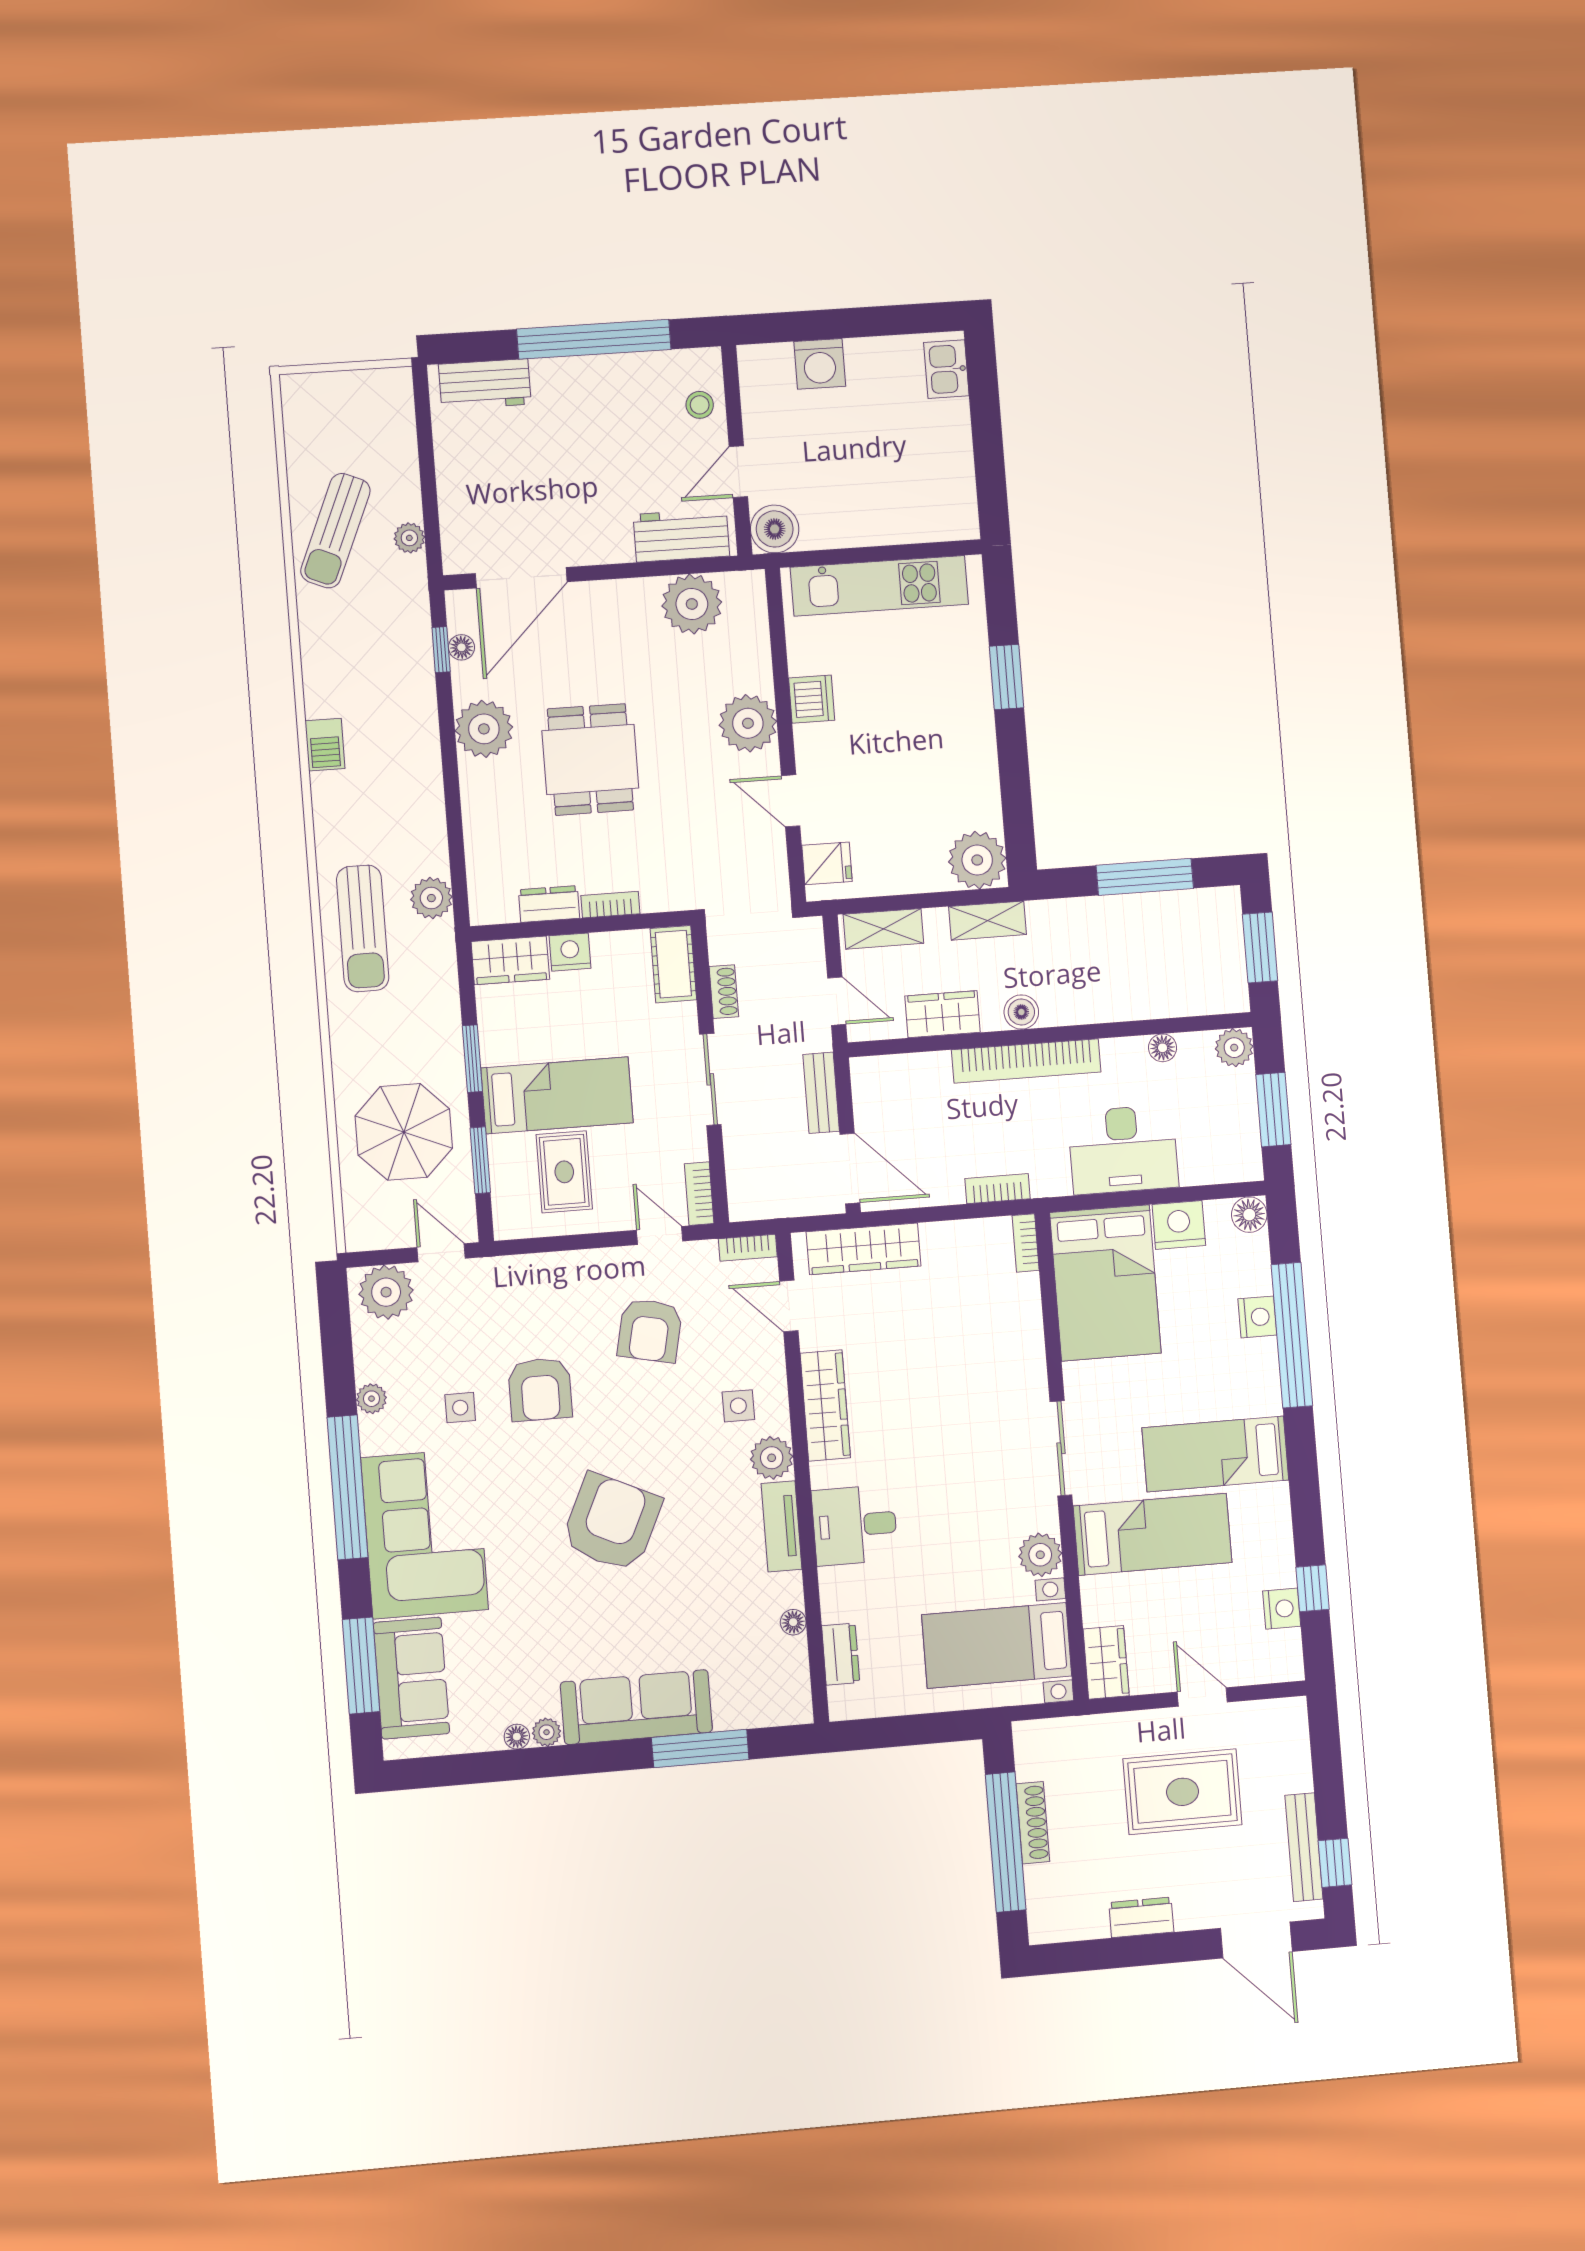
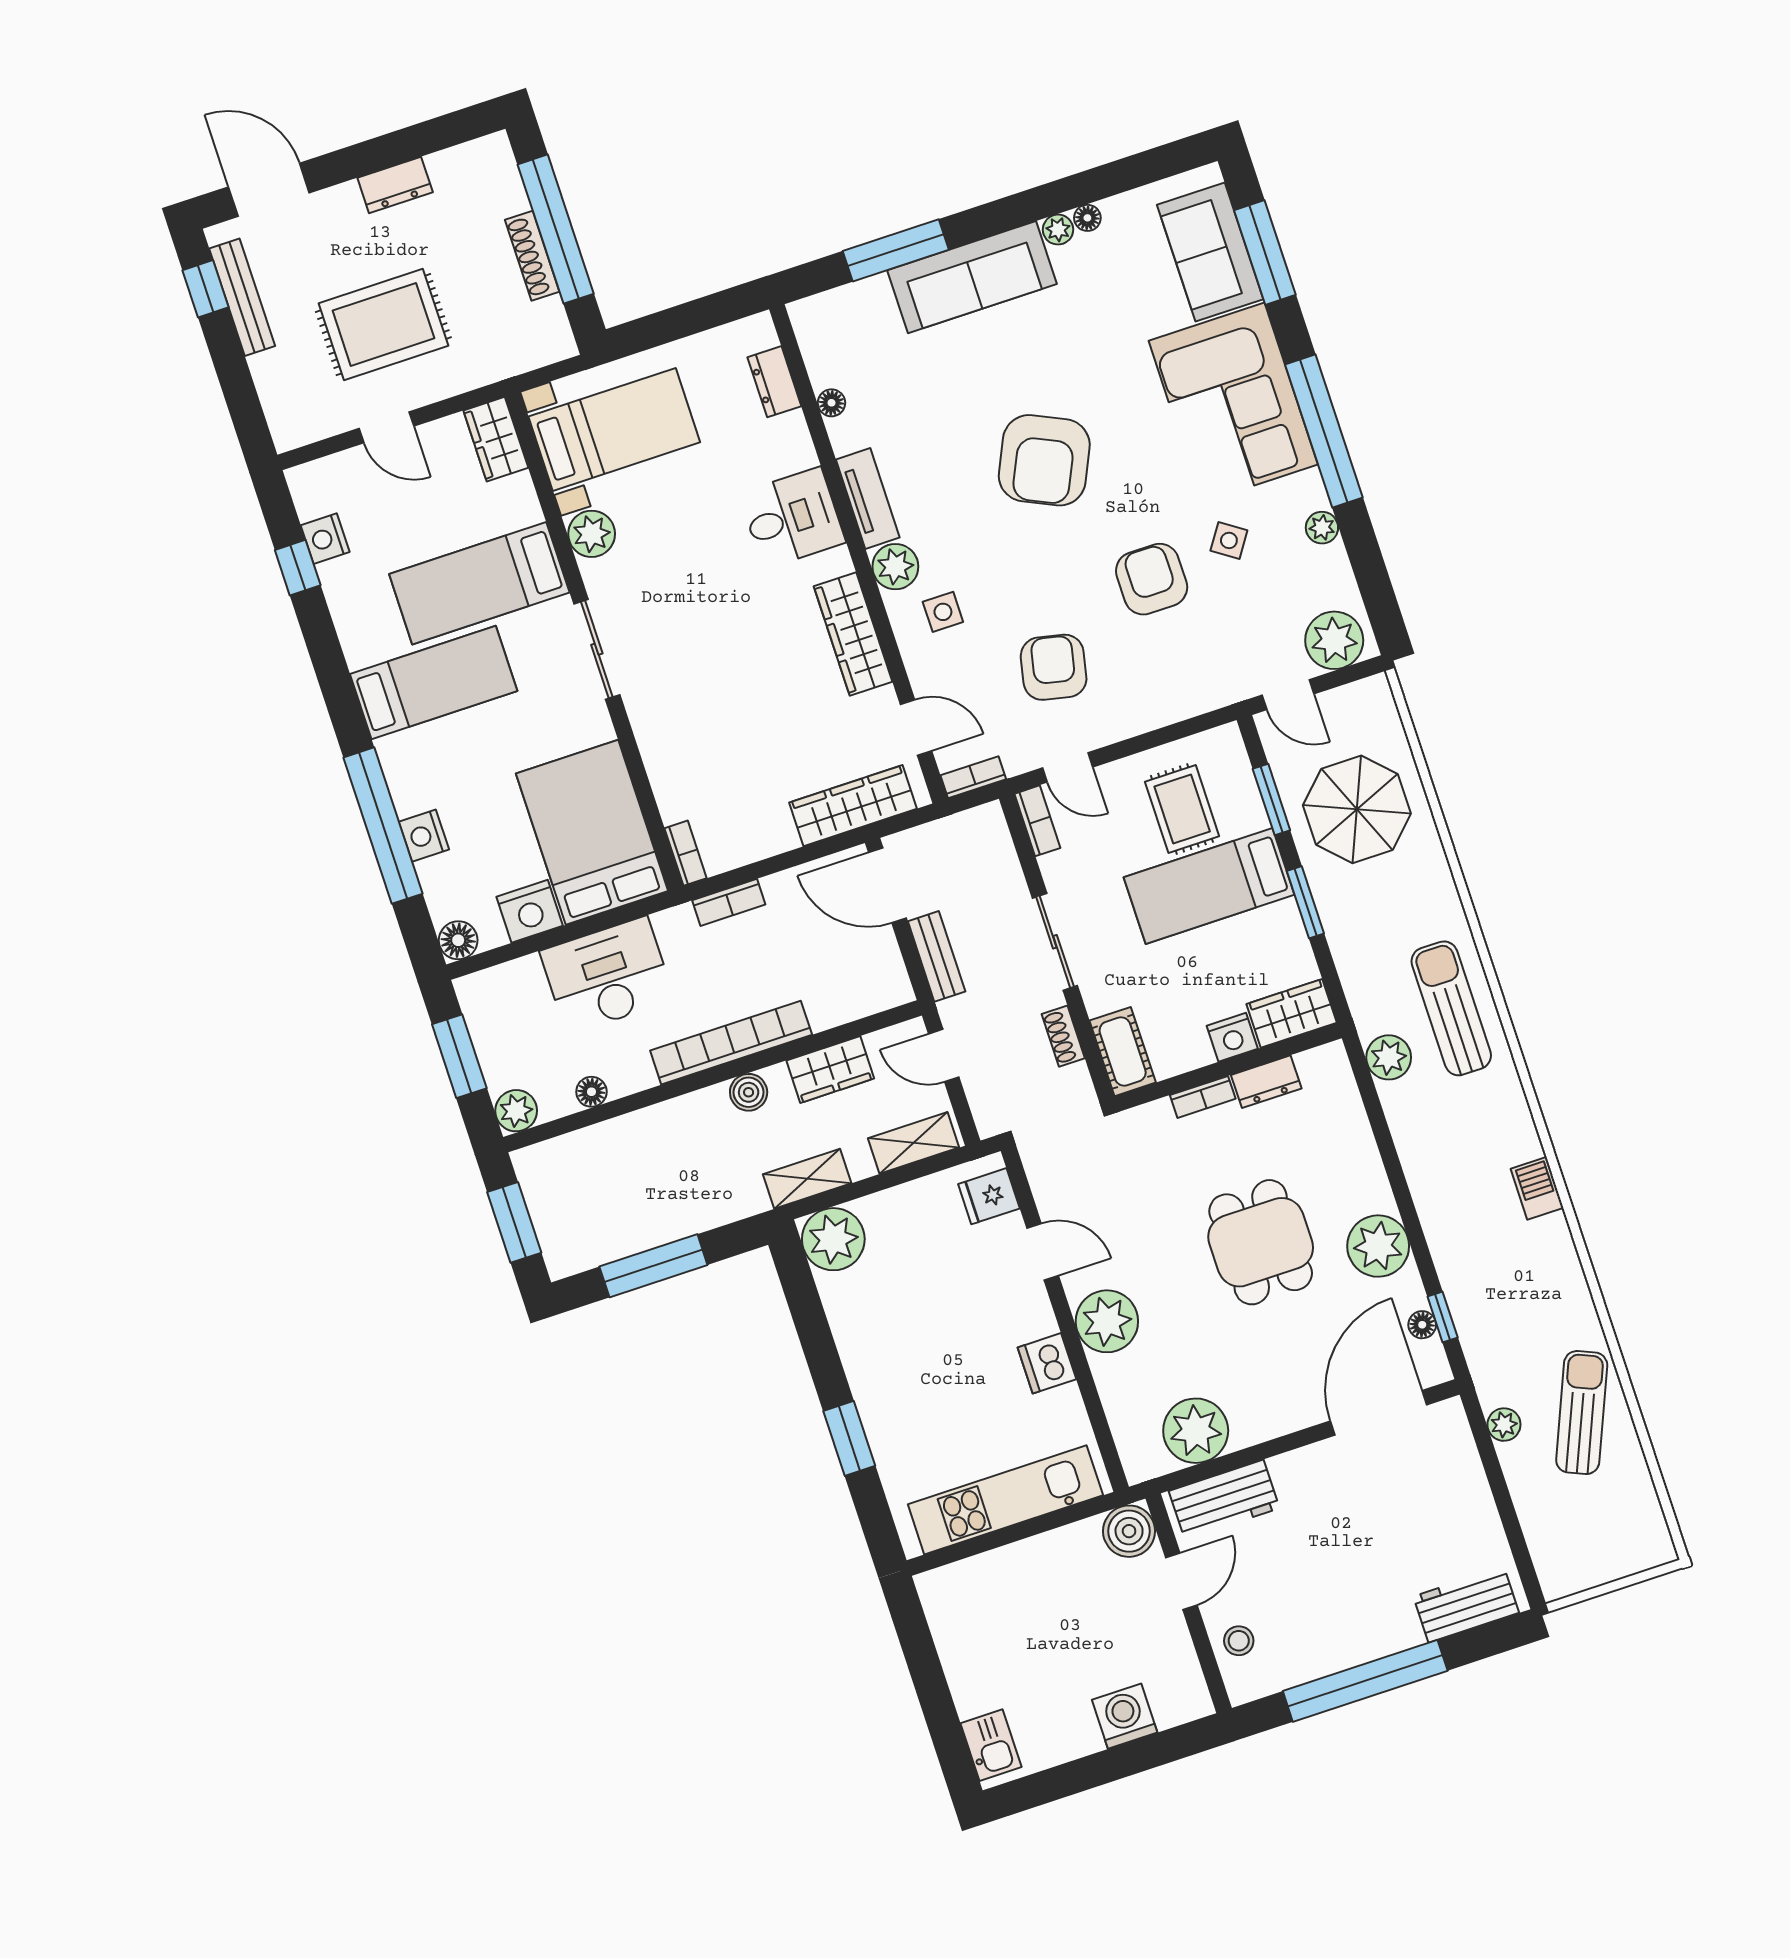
side table: (460, 1408) -> (1229, 540), turned 34

